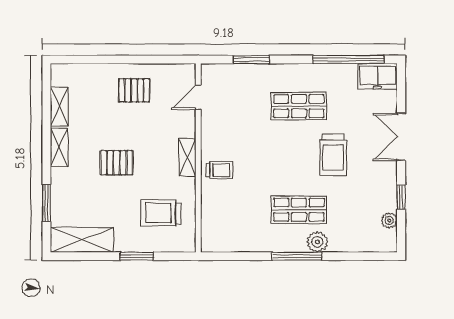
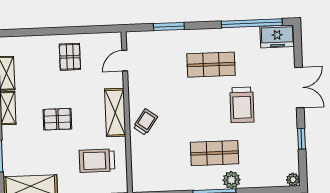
pallet: (134, 90) -> (70, 57), turned 90
double door: (401, 137) -> (299, 87), swing flipped
shelving: (187, 158) -> (115, 113), width x1.50, depth x1.33
trolley: (219, 170) -> (145, 122), turned -54
plant: (389, 220) -> (293, 180), moved

